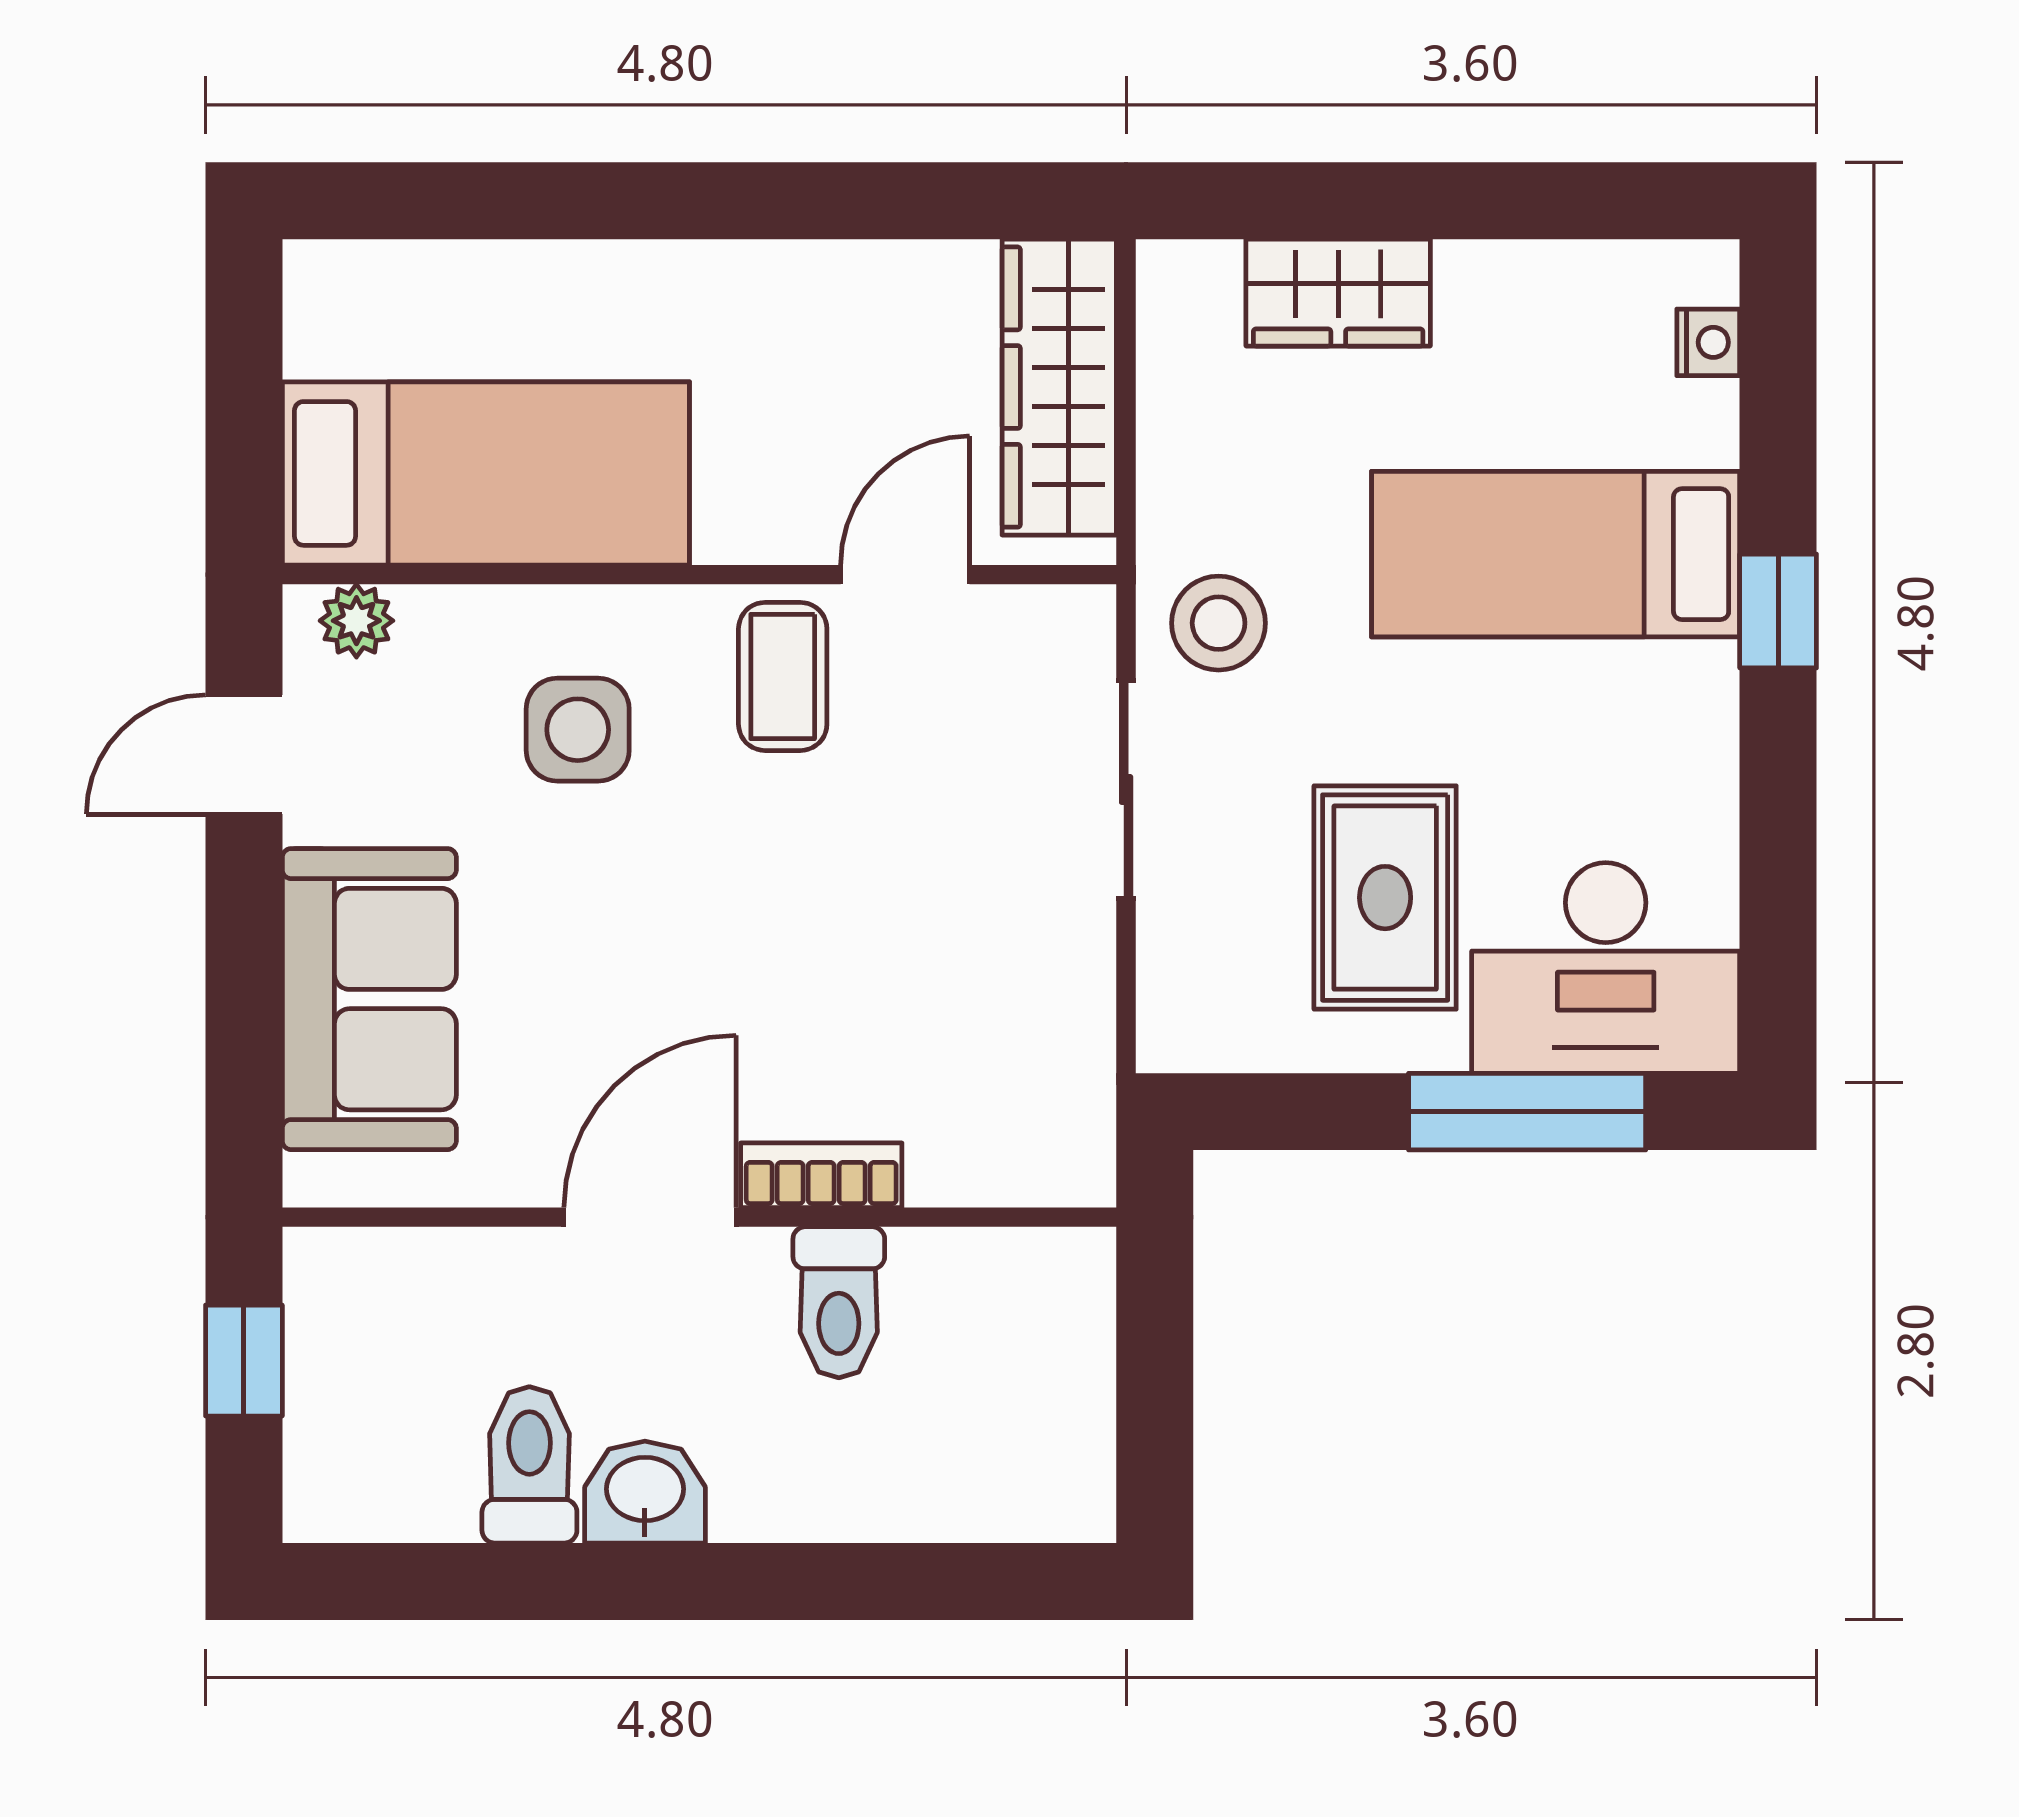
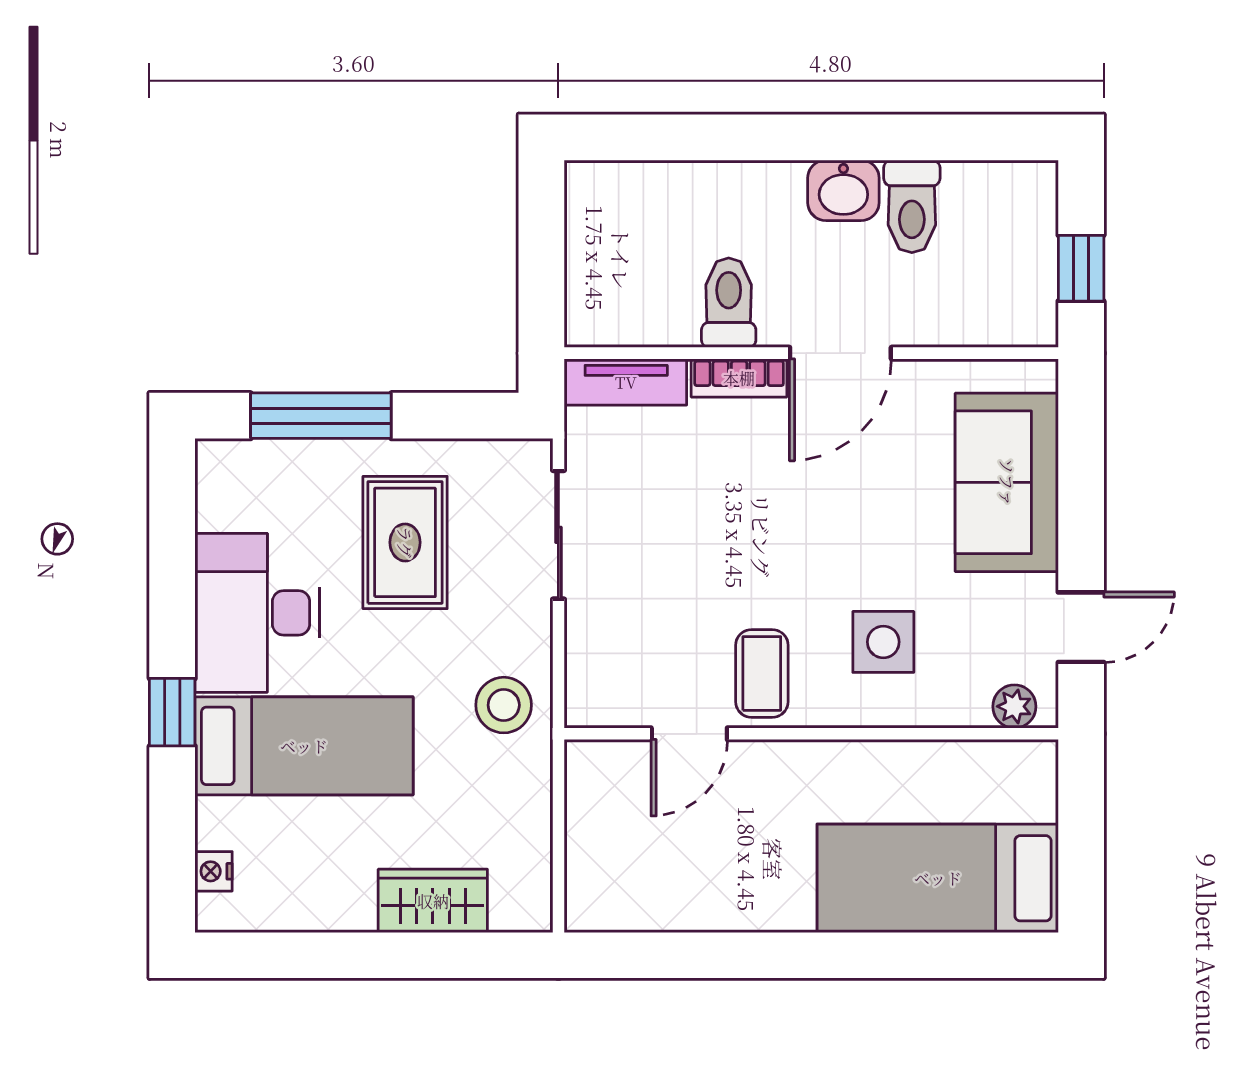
wardrobe: (1059, 387) -> (598, 845), removed
bed: (486, 473) -> (938, 878), moved
sliding door: (1126, 790) -> (558, 535), moved
desk: (1606, 968) -> (257, 613), moved, turned -90
tv unit: (1012, 1169) -> (626, 382), added

